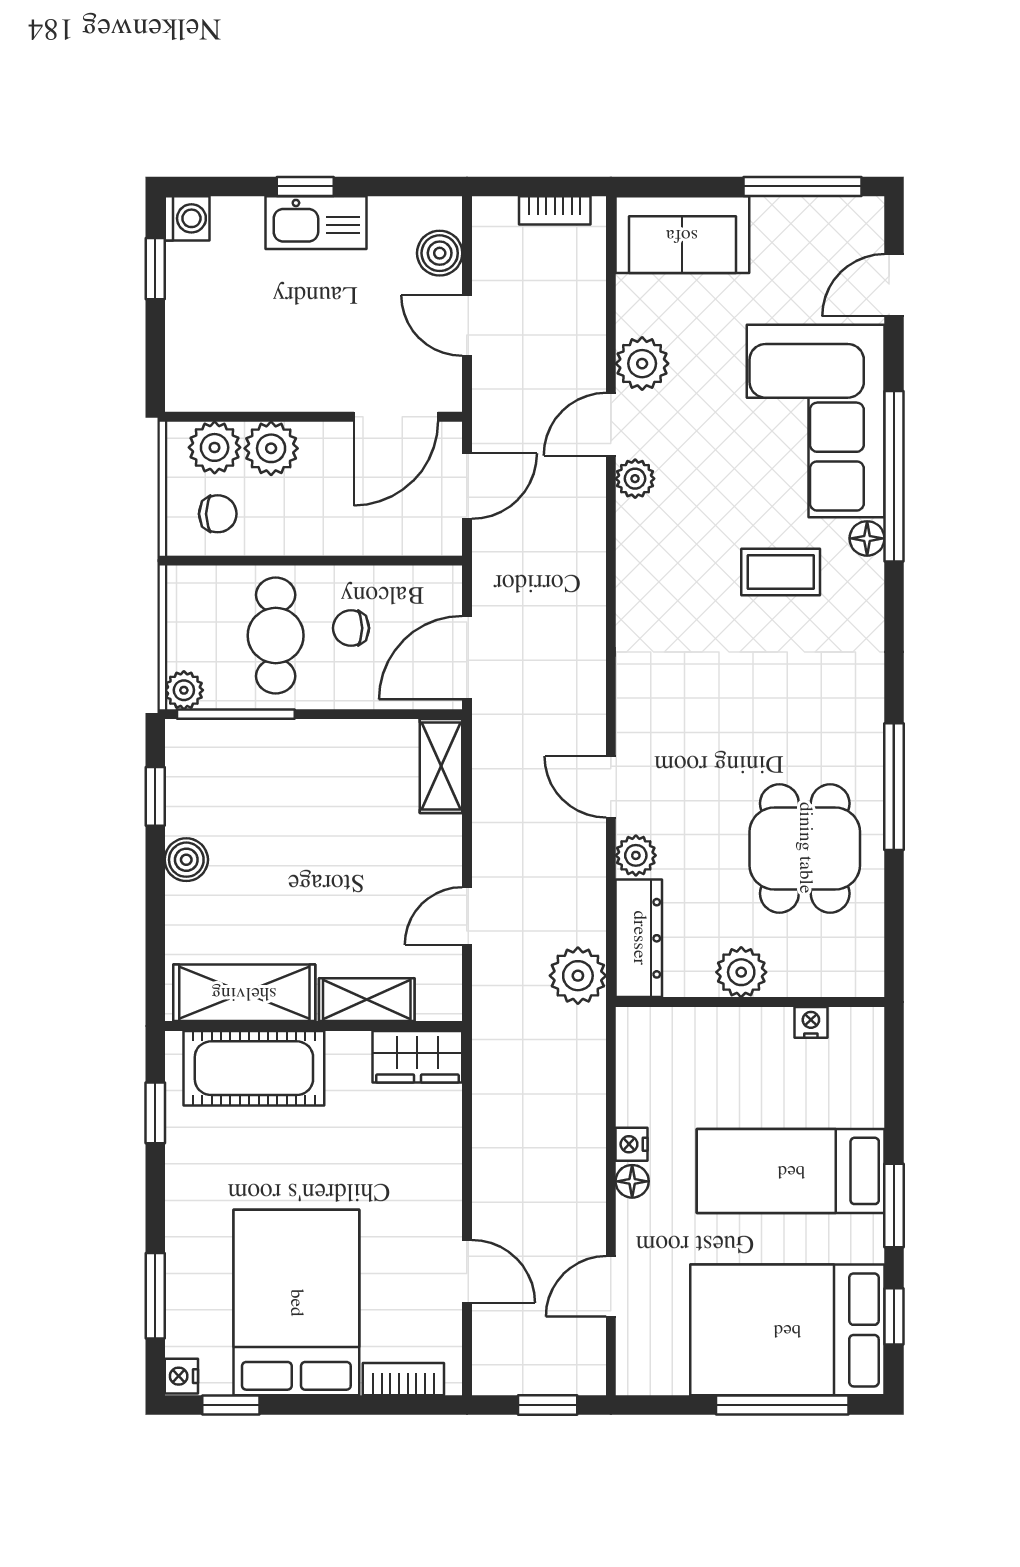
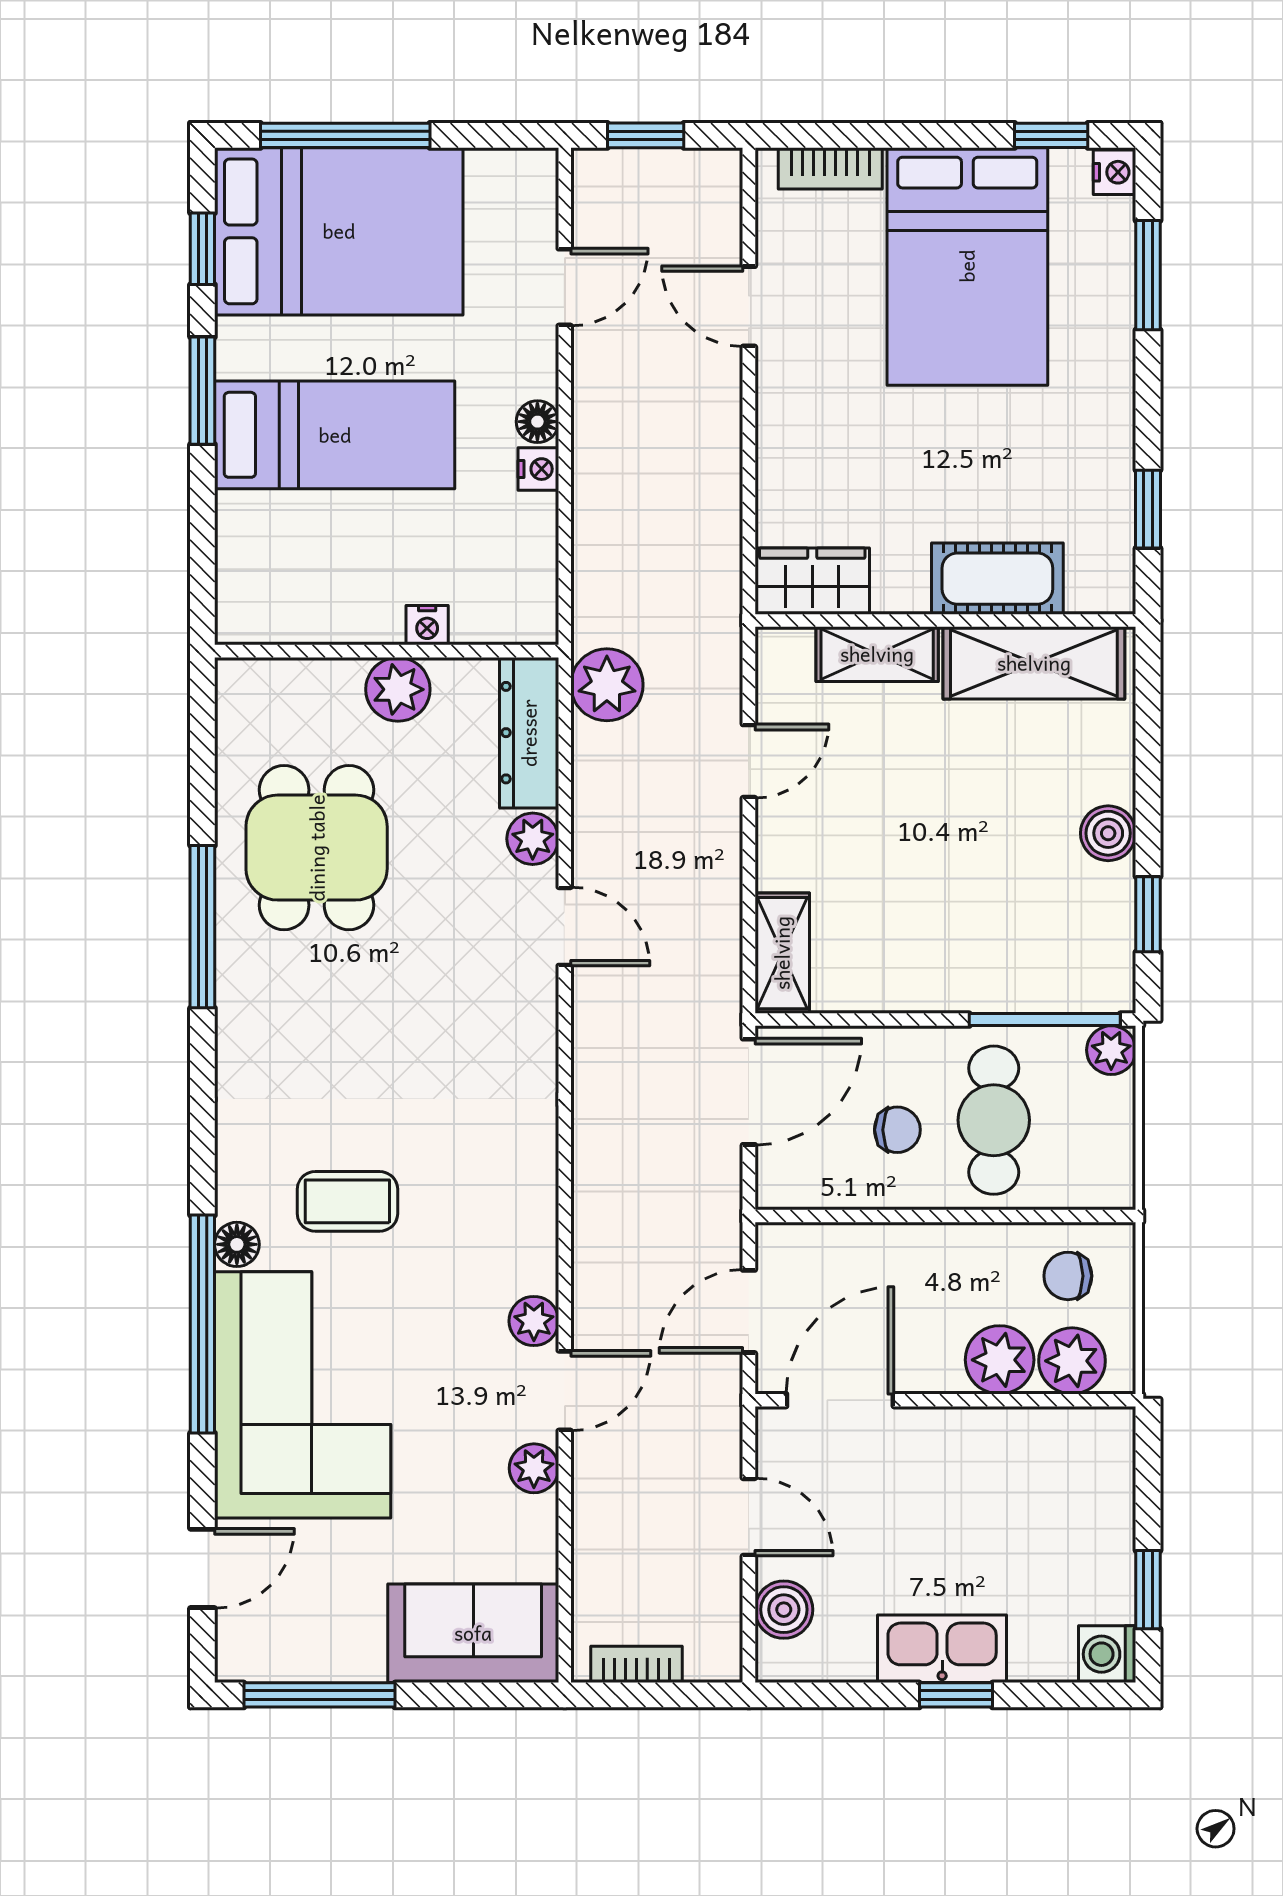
plant: (642, 364) -> (534, 1468), width x0.73, depth x0.73
nightstand: (811, 1022) -> (427, 625), moved
cot: (254, 1068) -> (997, 579), width x0.73, depth x0.75

